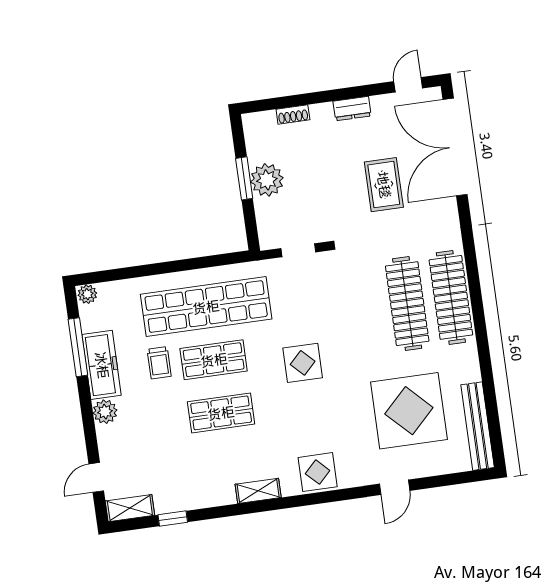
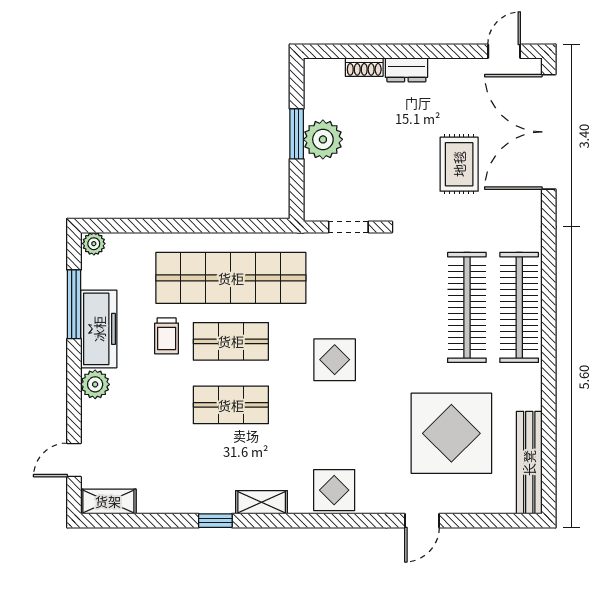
dresser: (352, 109) -> (406, 70), moved
window: (173, 518) -> (215, 521), moved

